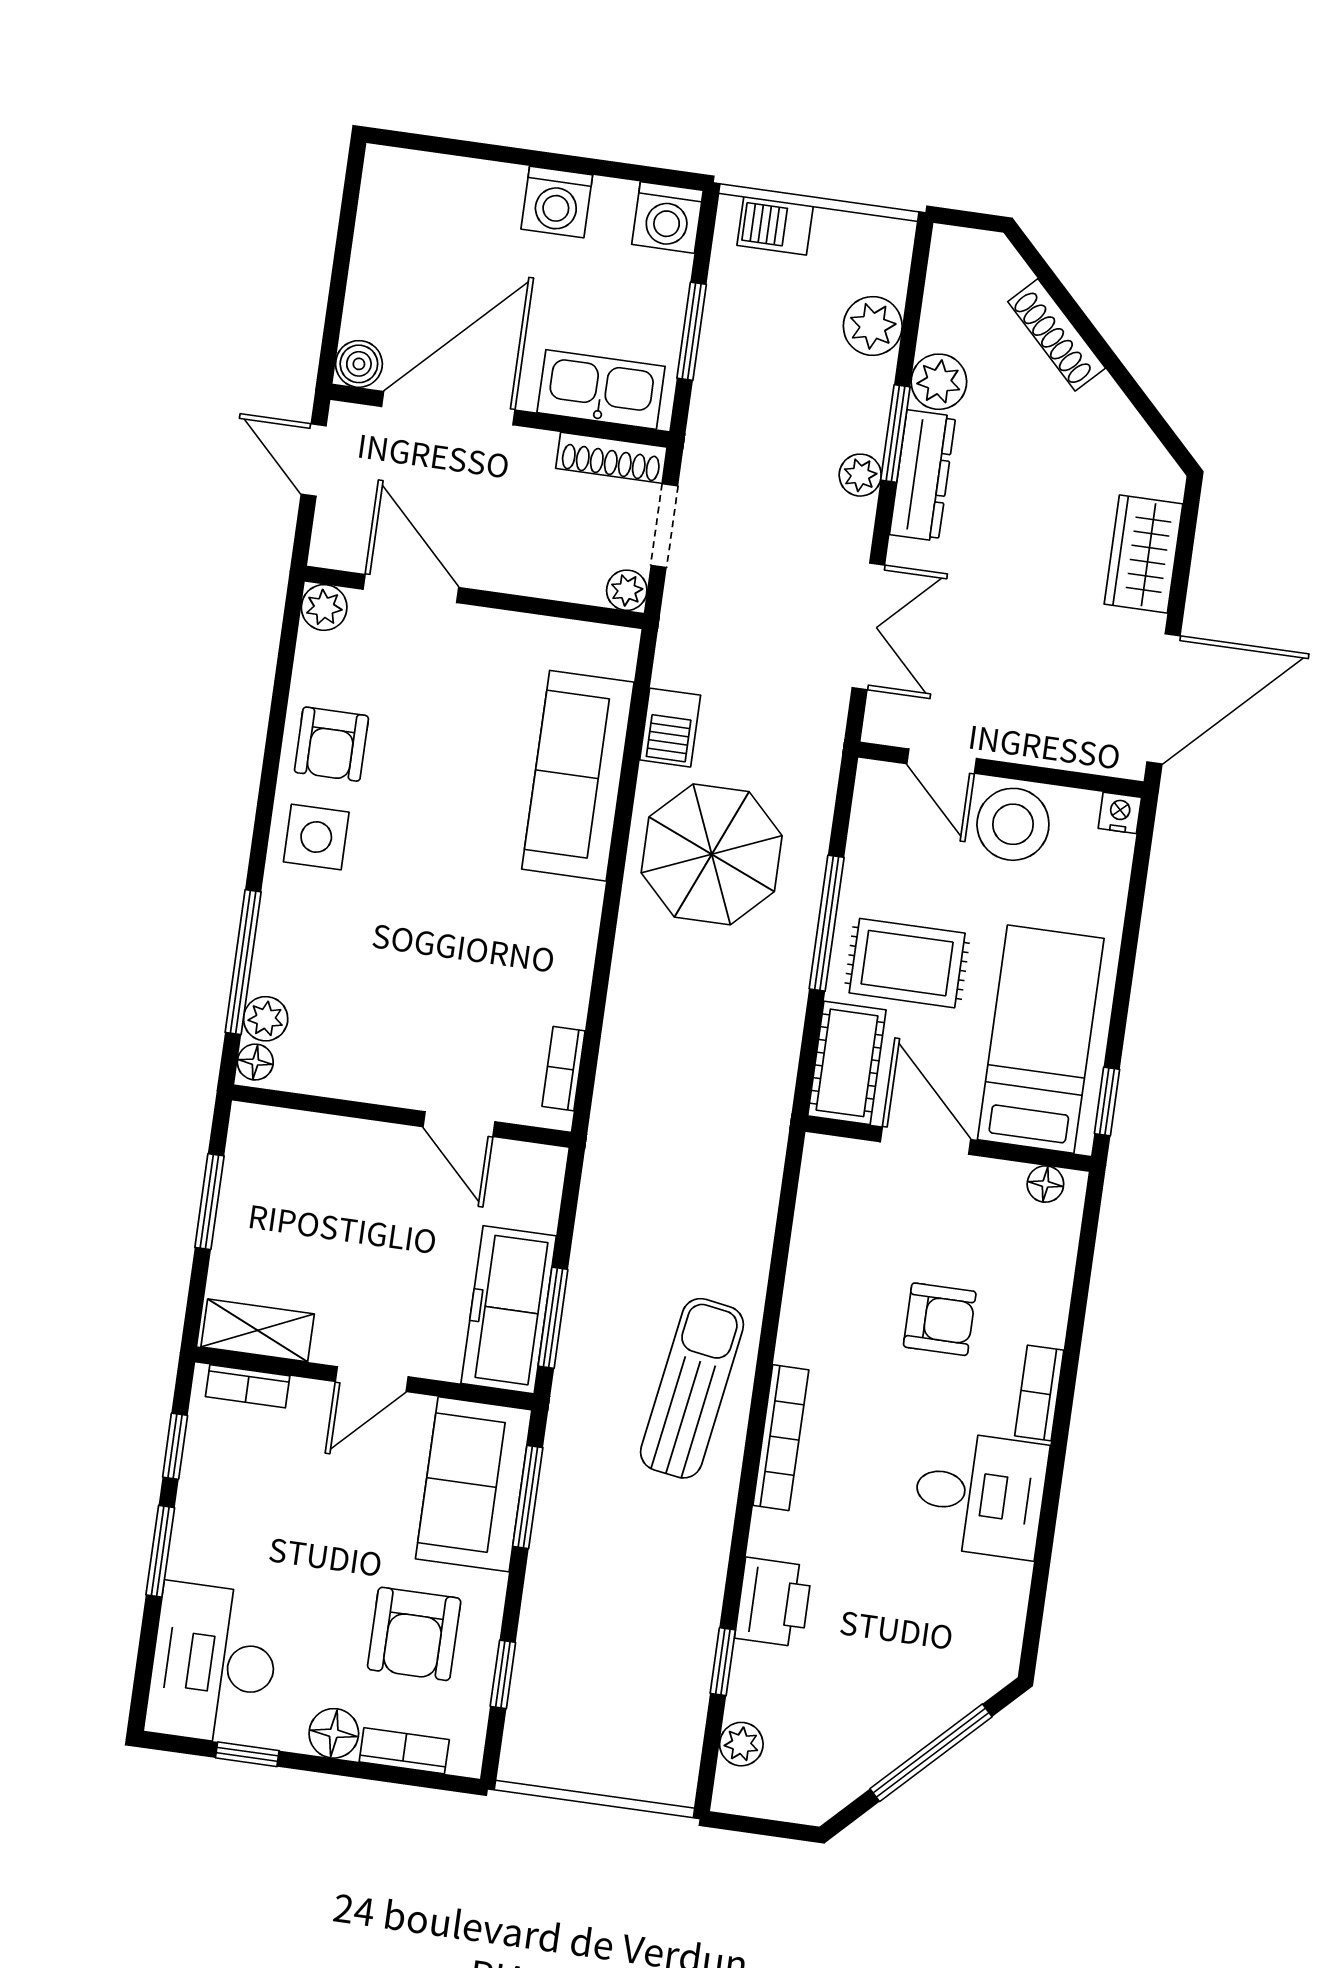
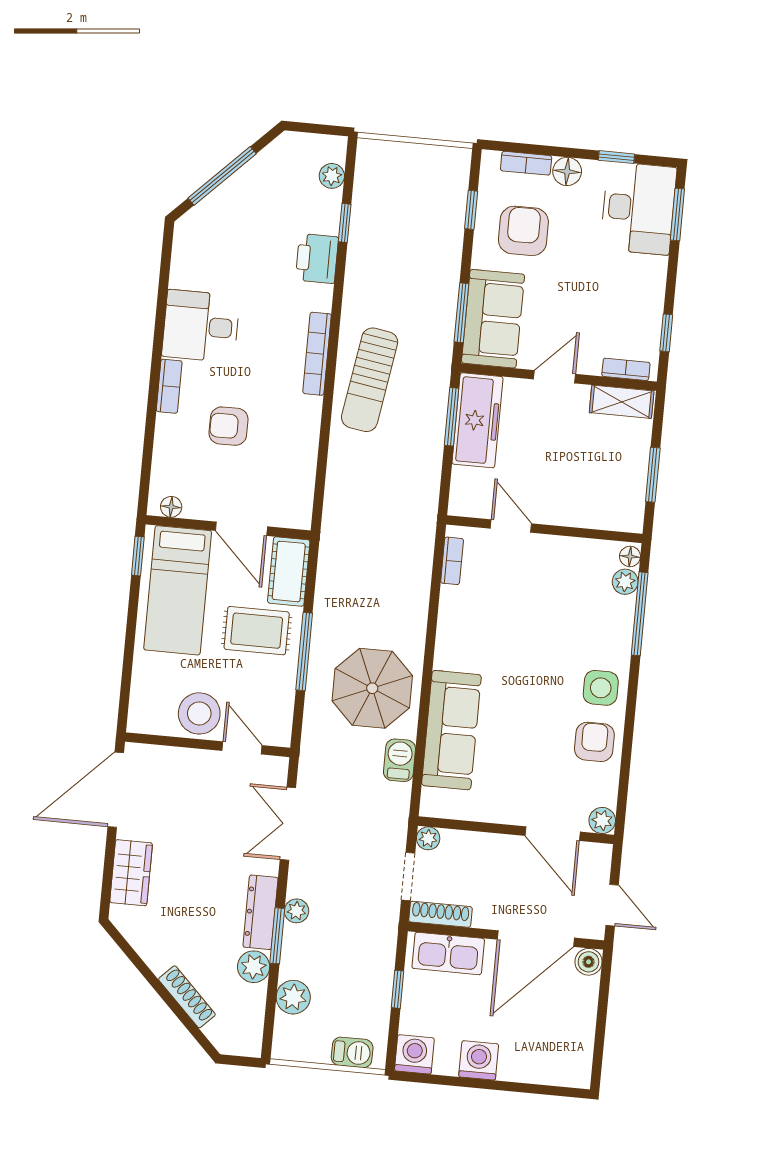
window: (692, 331) -> (397, 989), width x0.67
nightstand: (1120, 813) -> (138, 723), removed
window: (160, 1551) -> (677, 215), moved

